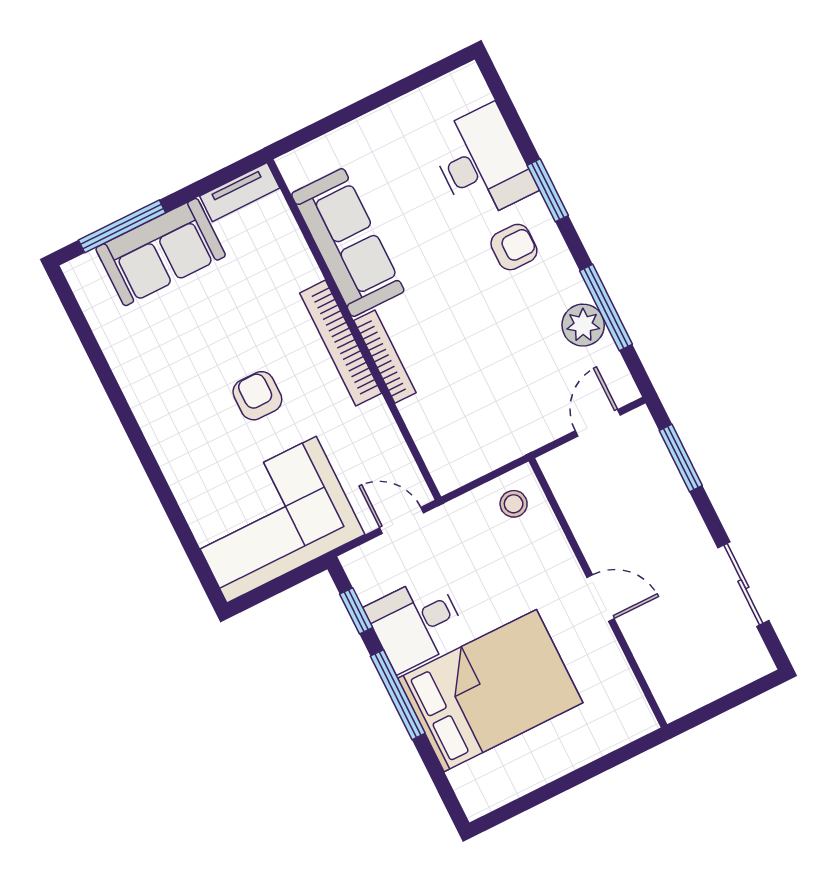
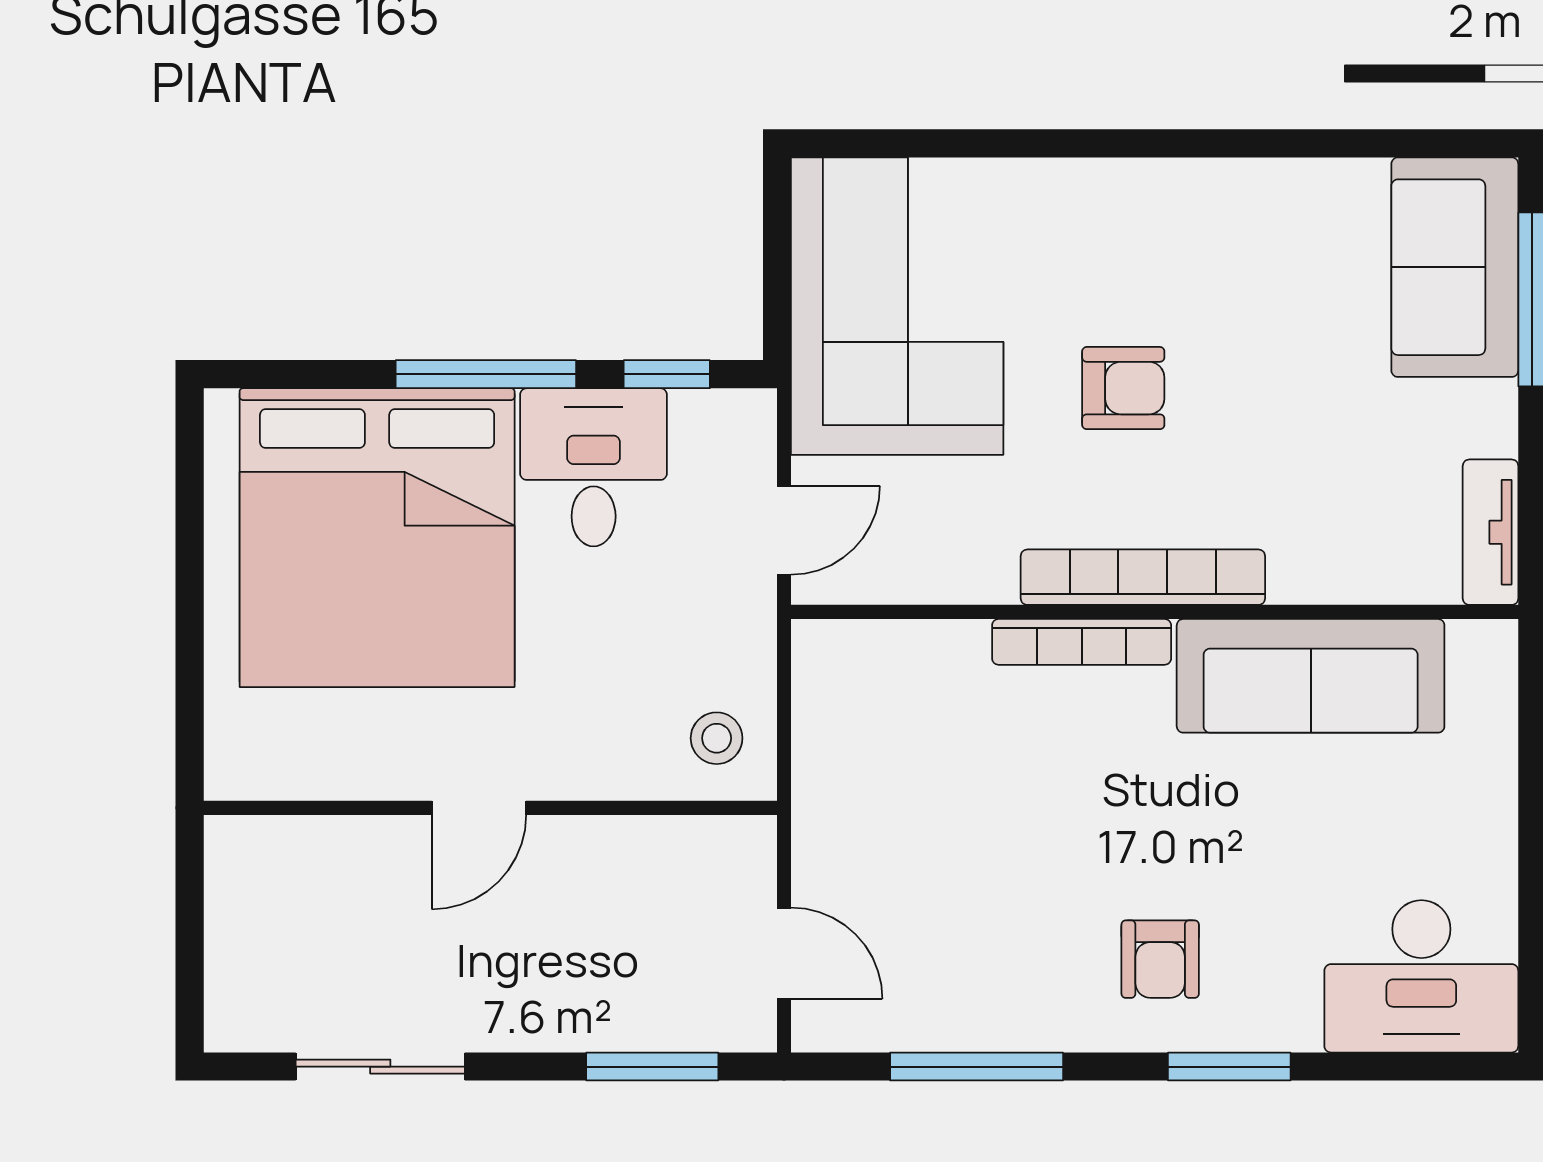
desk: (482, 163) -> (1421, 976), moved
sofa: (161, 252) -> (1455, 267), moved
plant: (583, 325) -> (966, 1012), removed
bed: (490, 691) -> (377, 538), width x1.36

